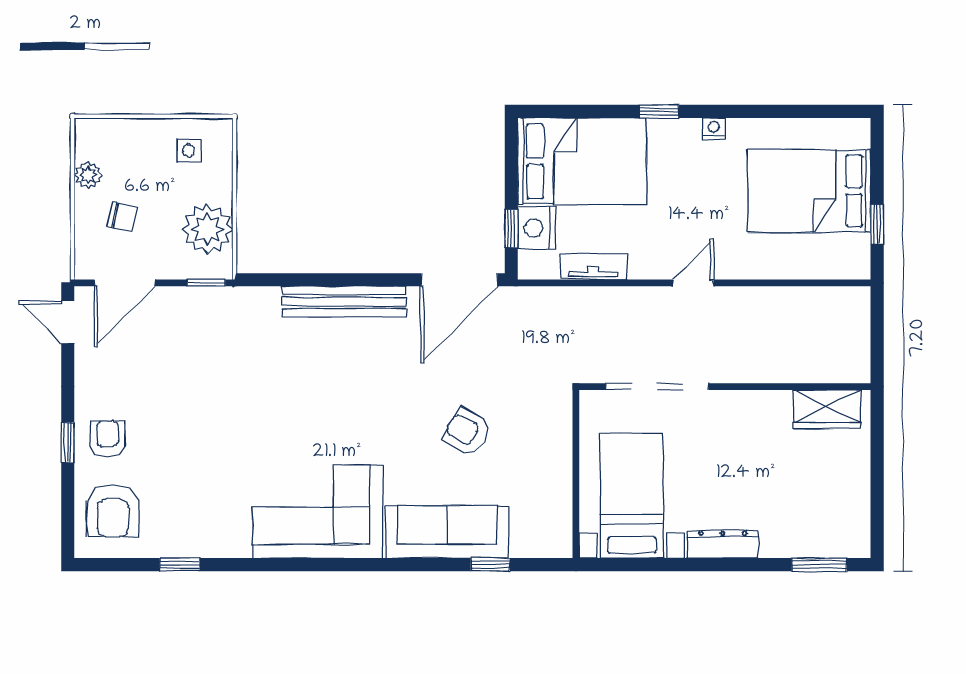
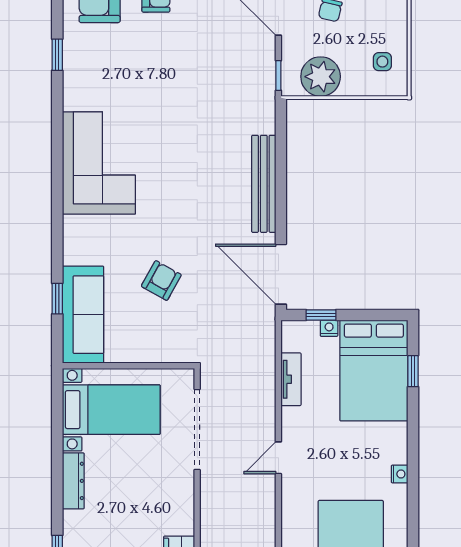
window: (659, 111) -> (413, 371), moved
nightstand: (537, 228) -> (329, 328), width x0.53, depth x0.56
door: (693, 283) -> (278, 458), swing flipped
sofa: (447, 532) -> (83, 315), moved

